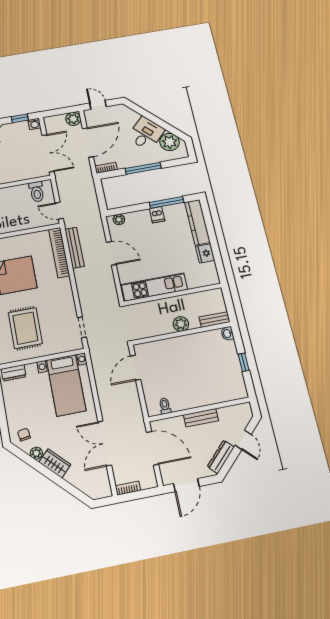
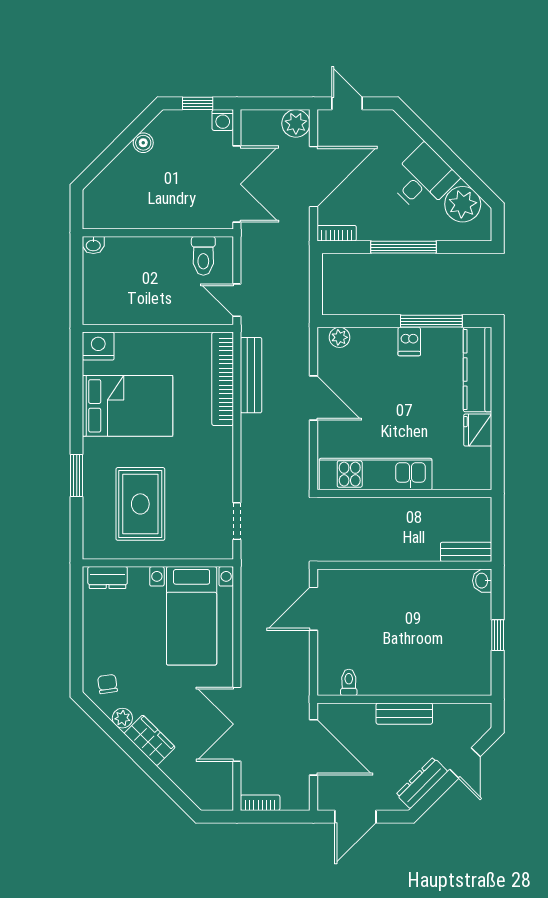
plant: (181, 324) -> (407, 548), removed

